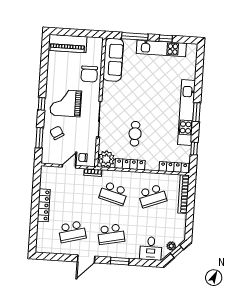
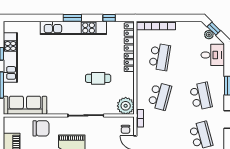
locker: (130, 164) -> (129, 62), moved, width x0.66
school desk: (152, 196) -> (160, 57), turned 30

